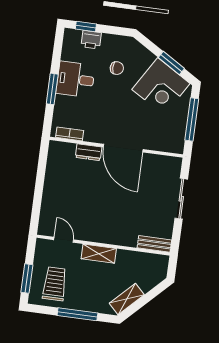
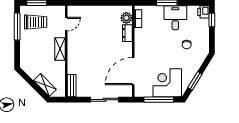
printer: (91, 40) -> (203, 12), moved
corner desk: (161, 86) -> (167, 83), moved, turned 58
door: (123, 148) -> (133, 71), moved
plant: (66, 151) -> (126, 18), added
shelving: (127, 299) -> (45, 85), moved
window: (77, 314) -> (17, 26), moved

